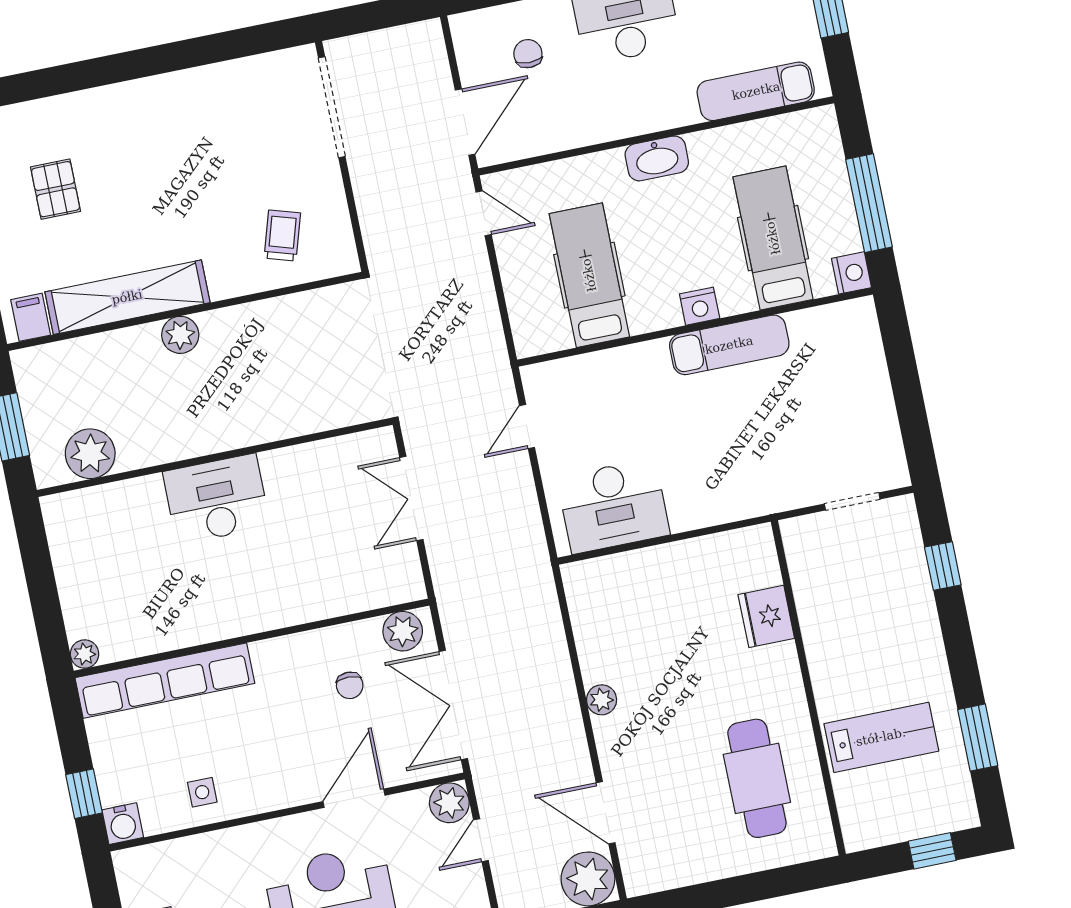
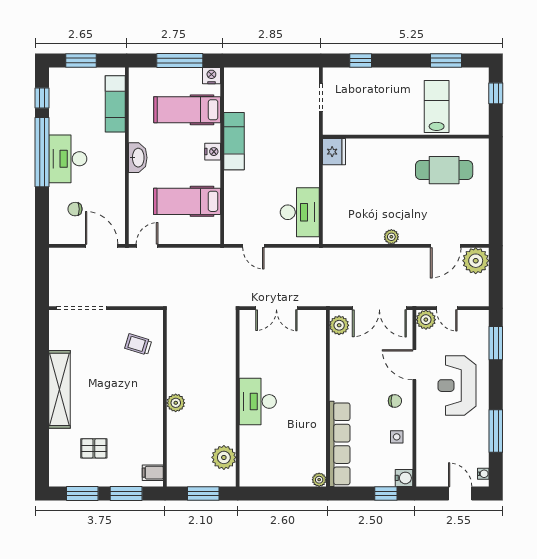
shelving: (127, 297) -> (60, 389), moved
fridge: (766, 616) -> (334, 152), moved, turned -90
chair: (350, 685) -> (395, 401), moved

